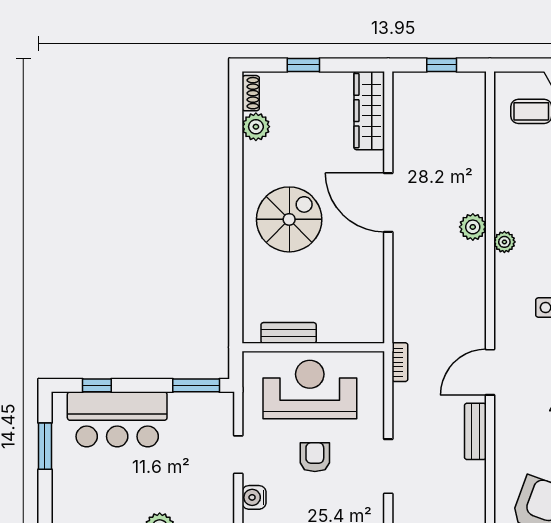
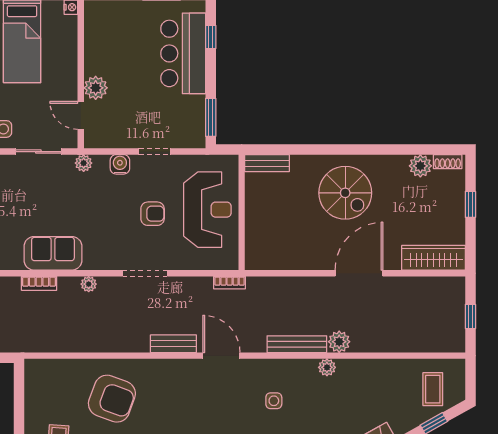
bench: (476, 279) -> (297, 344), added
bench: (289, 333) -> (267, 163), moved, turned 90

